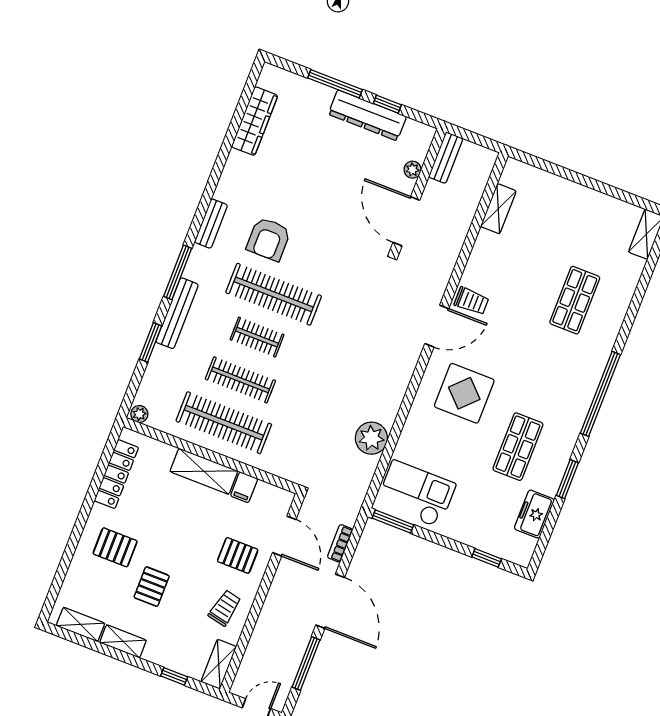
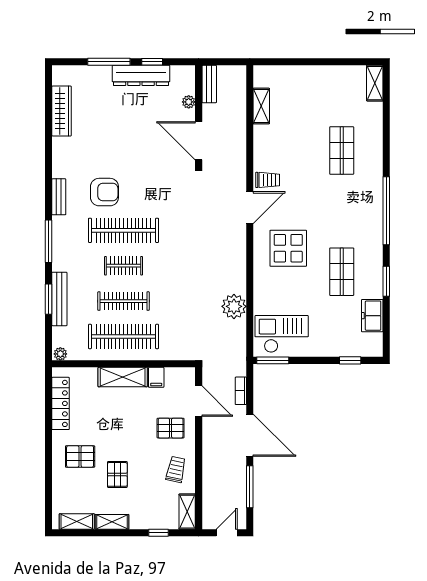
armchair: (269, 239) -> (104, 192), turned -90
bench: (177, 313) -> (59, 299), moved

